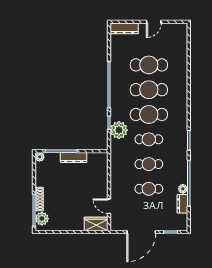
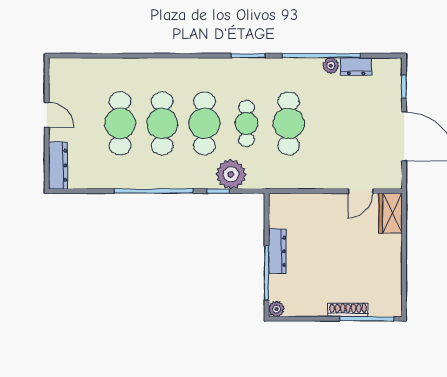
cafe table: (149, 164) -> (289, 123), width x1.37, depth x1.35
cafe table: (149, 189) -> (331, 123), removed
plant: (42, 219) -> (381, 305), removed

